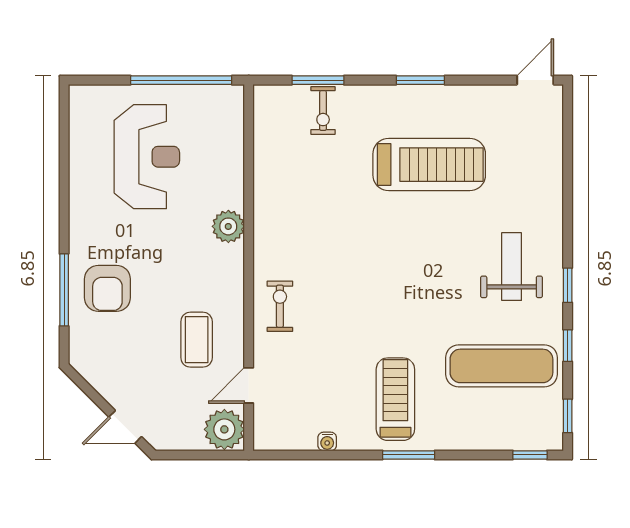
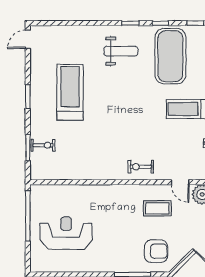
door: (535, 80) -> (28, 39), hinge flipped
plant: (228, 226) -> (101, 192), removed
weight bench: (512, 267) -> (121, 51), turned 180
armchair: (107, 288) -> (156, 251), moved
exercise mat: (501, 366) -> (170, 56), width x1.47

